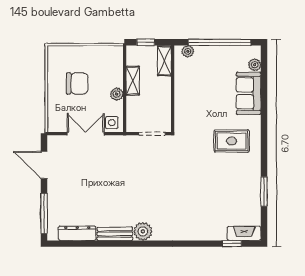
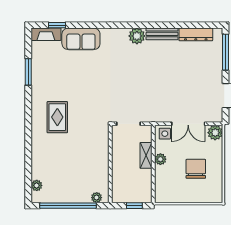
shelving: (164, 61) -> (118, 189), removed
shelving: (133, 81) -> (146, 155), moved
chair: (77, 83) -> (196, 169), turned 90
sofa: (249, 93) -> (81, 39), moved, turned 90
plant: (56, 124) -> (215, 133), added
rug: (232, 141) -> (57, 117), turned 90

